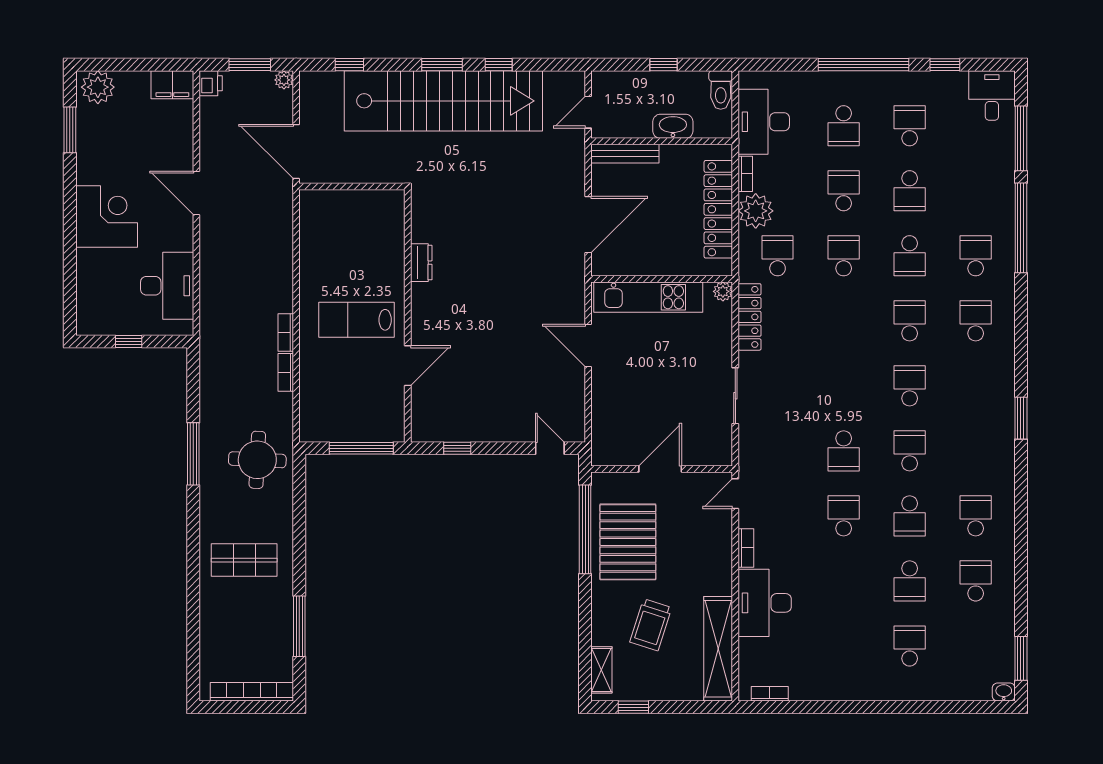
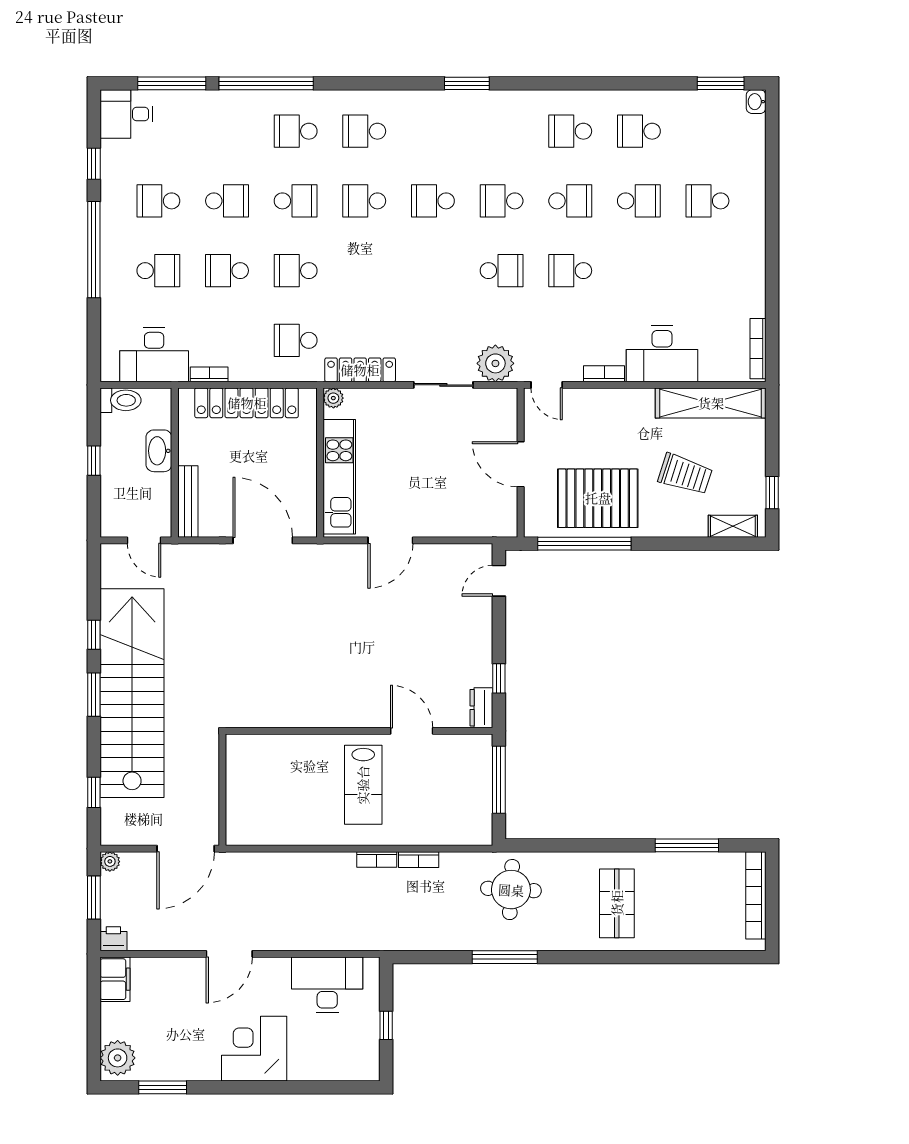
plant: (756, 211) -> (495, 363), moved
dresser: (421, 263) -> (481, 708), moved, turned -90
bookcase: (770, 694) -> (758, 349), width x1.56

